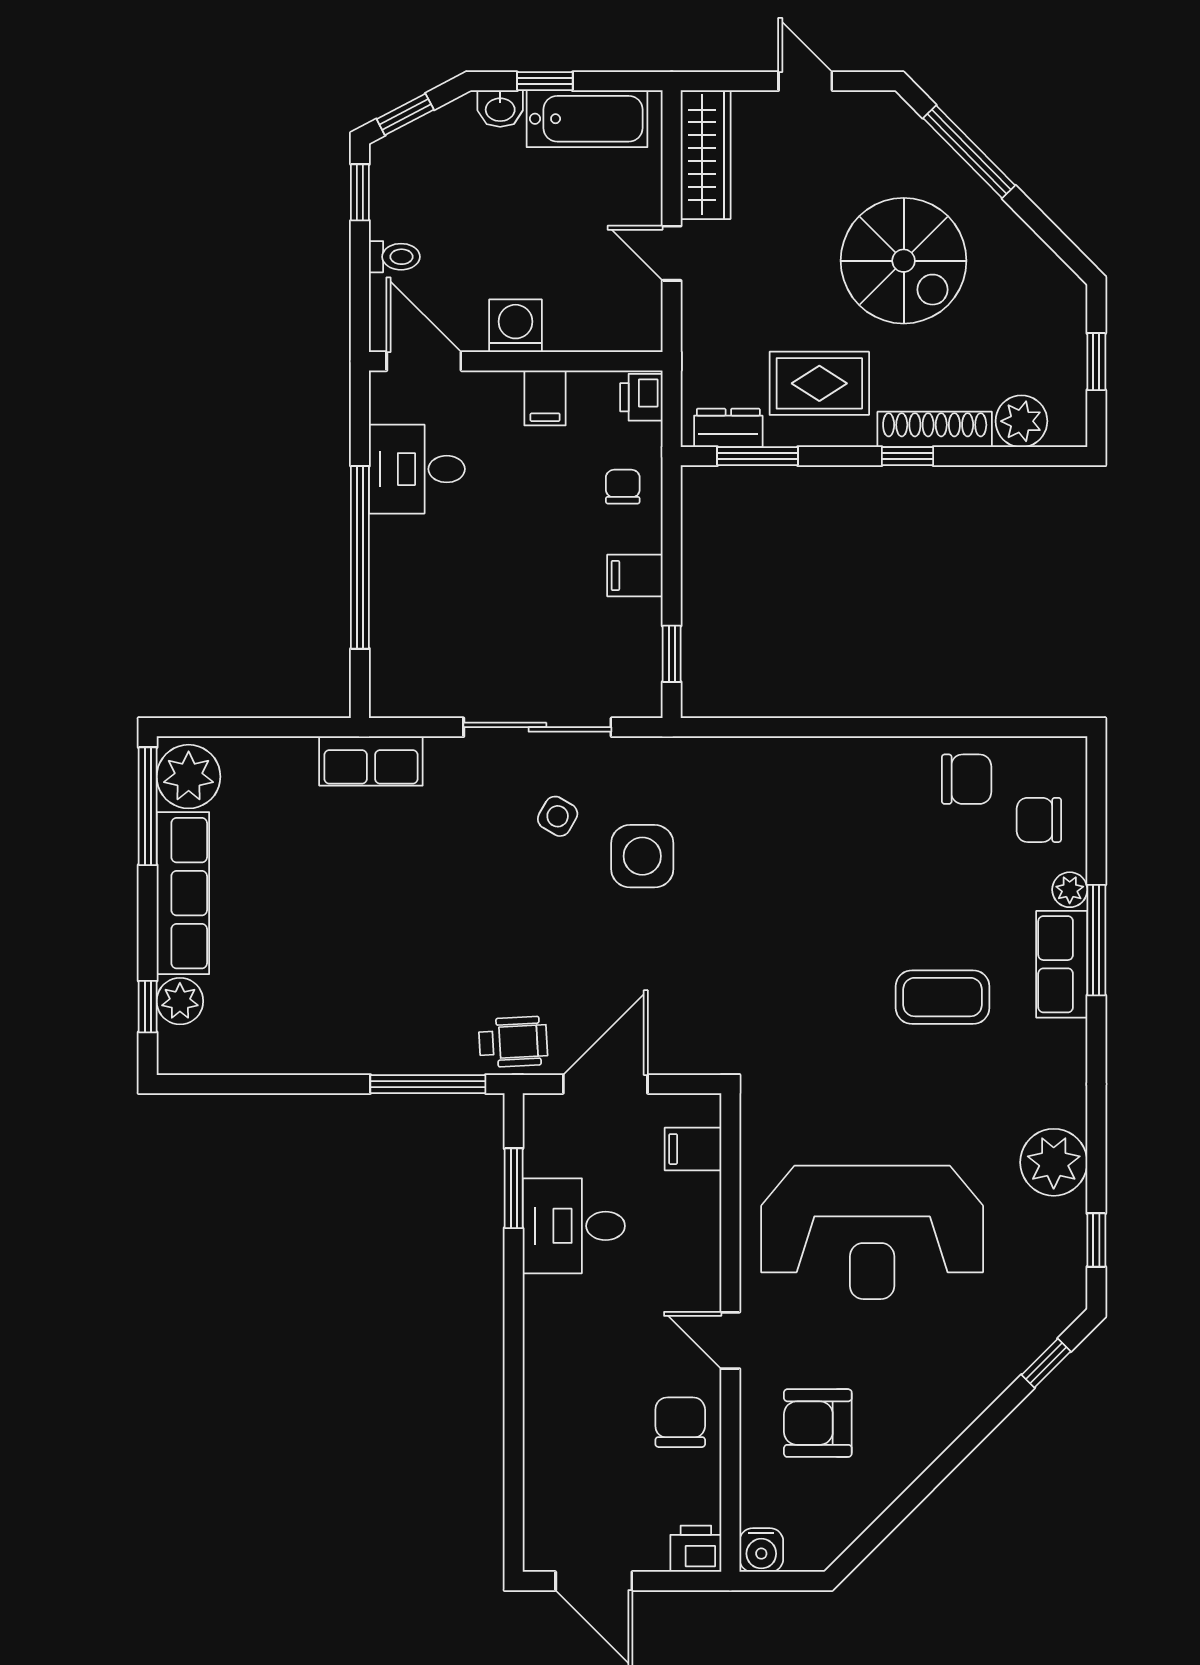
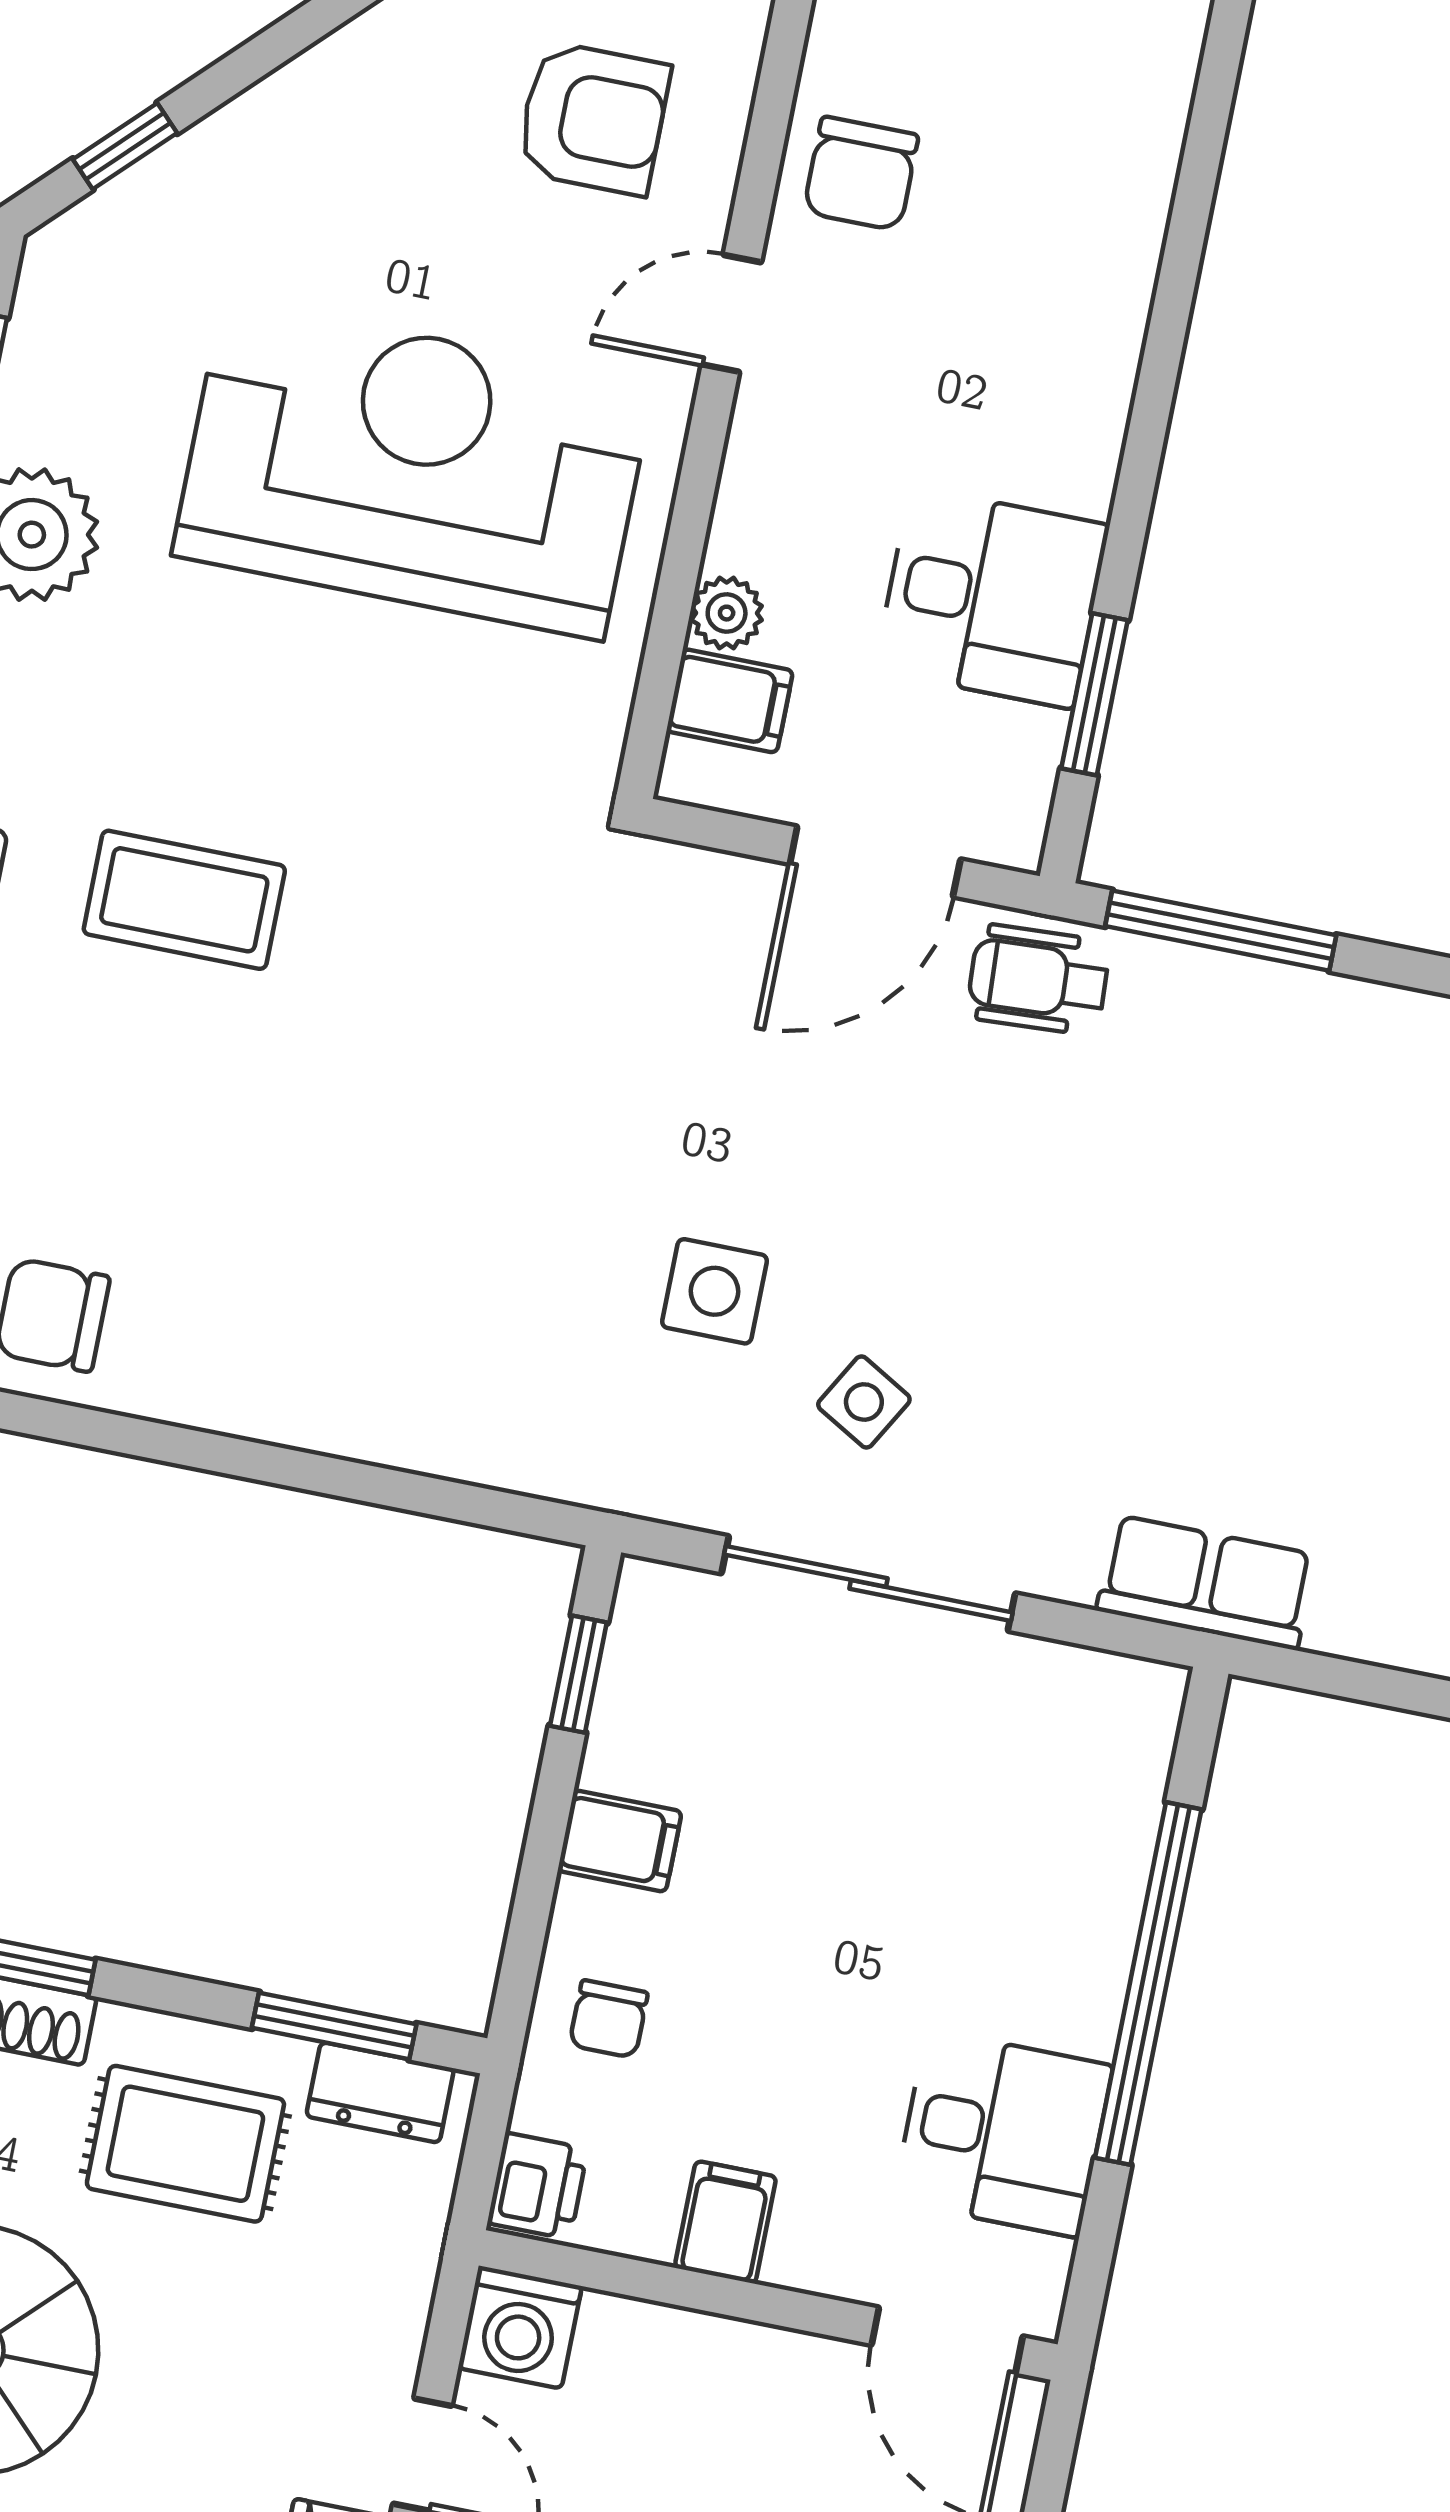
washing machine: (515, 326) -> (520, 2327), moved
side table: (642, 856) -> (714, 1291), width x0.73, depth x0.73
plant: (703, 1192) -> (727, 613), added
door: (730, 1340) -> (731, 313), swing flipped

